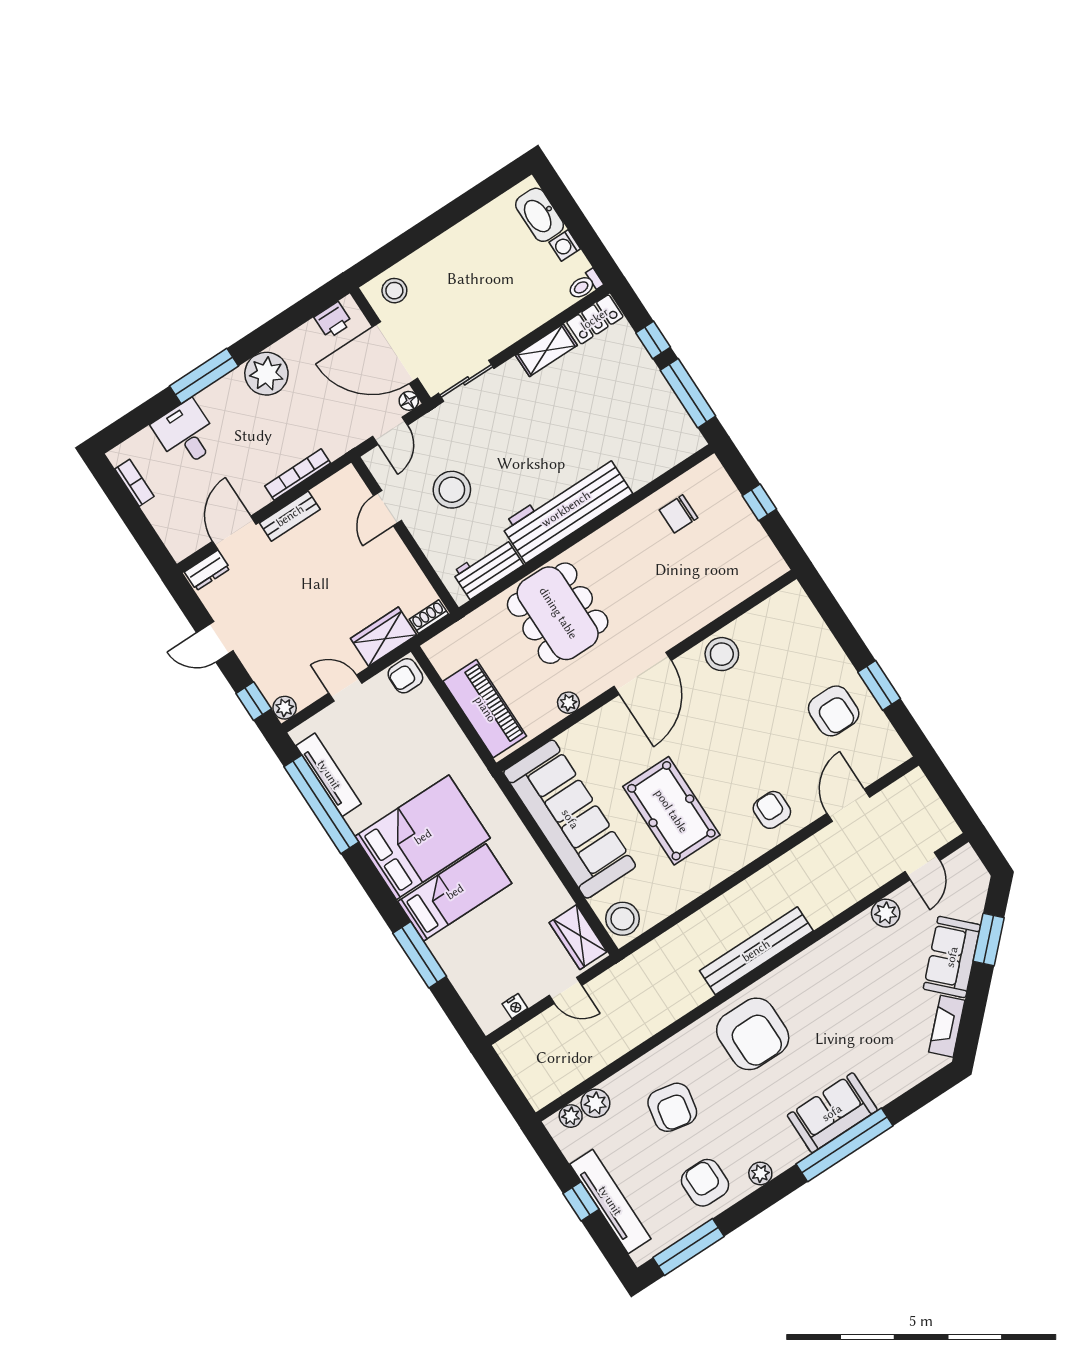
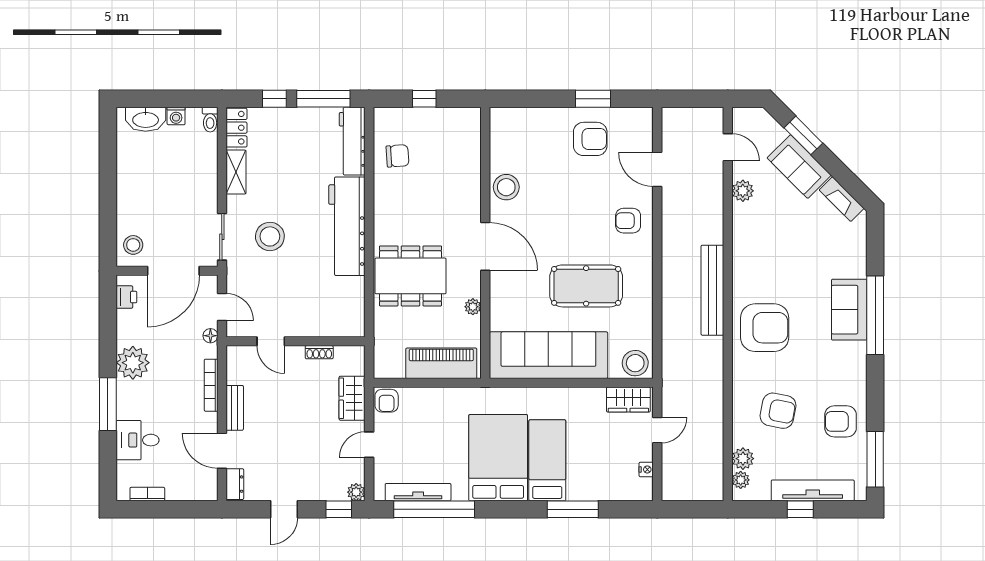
floor lamp: (409, 401) -> (210, 336), moved
stool: (452, 490) -> (270, 236), moved
chair: (678, 514) -> (397, 156), turned -94
workbench: (488, 569) -> (352, 141), moved, width x1.37
shoe rack: (429, 617) -> (319, 352), moved, turned -90
plant: (760, 1173) -> (858, 382), removed

